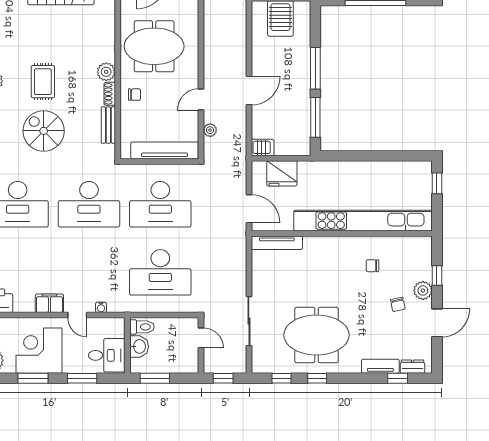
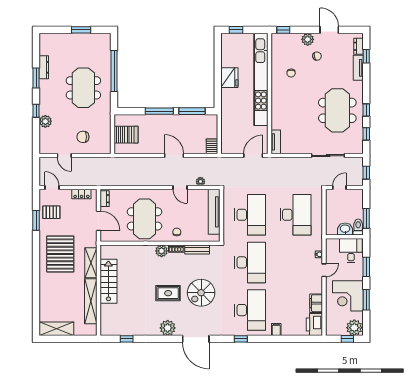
fridge: (282, 173) -> (229, 78), moved
tv unit: (277, 243) -> (276, 142), width x0.71
window: (437, 276) -> (283, 30), moved
filing cabinet: (49, 303) -> (316, 303), moved
toilet: (142, 327) -> (358, 227), moved

